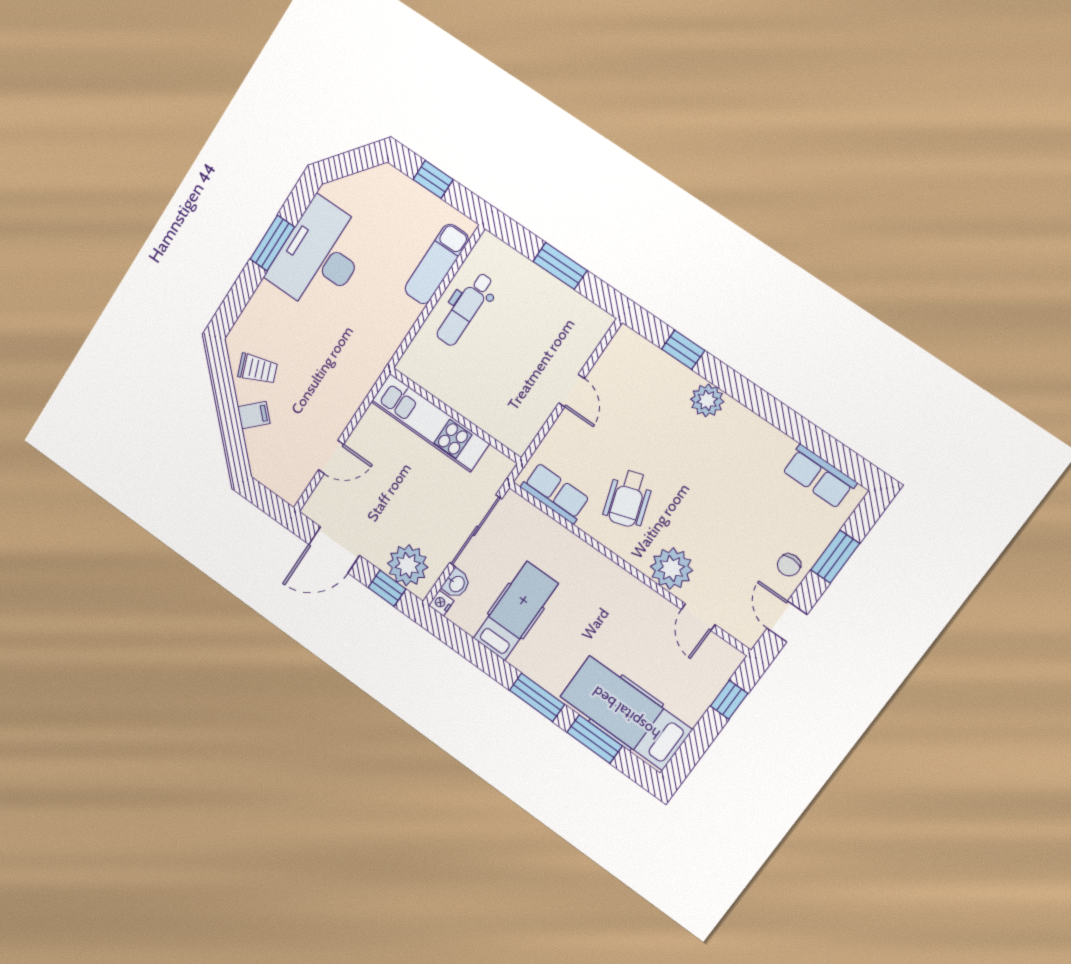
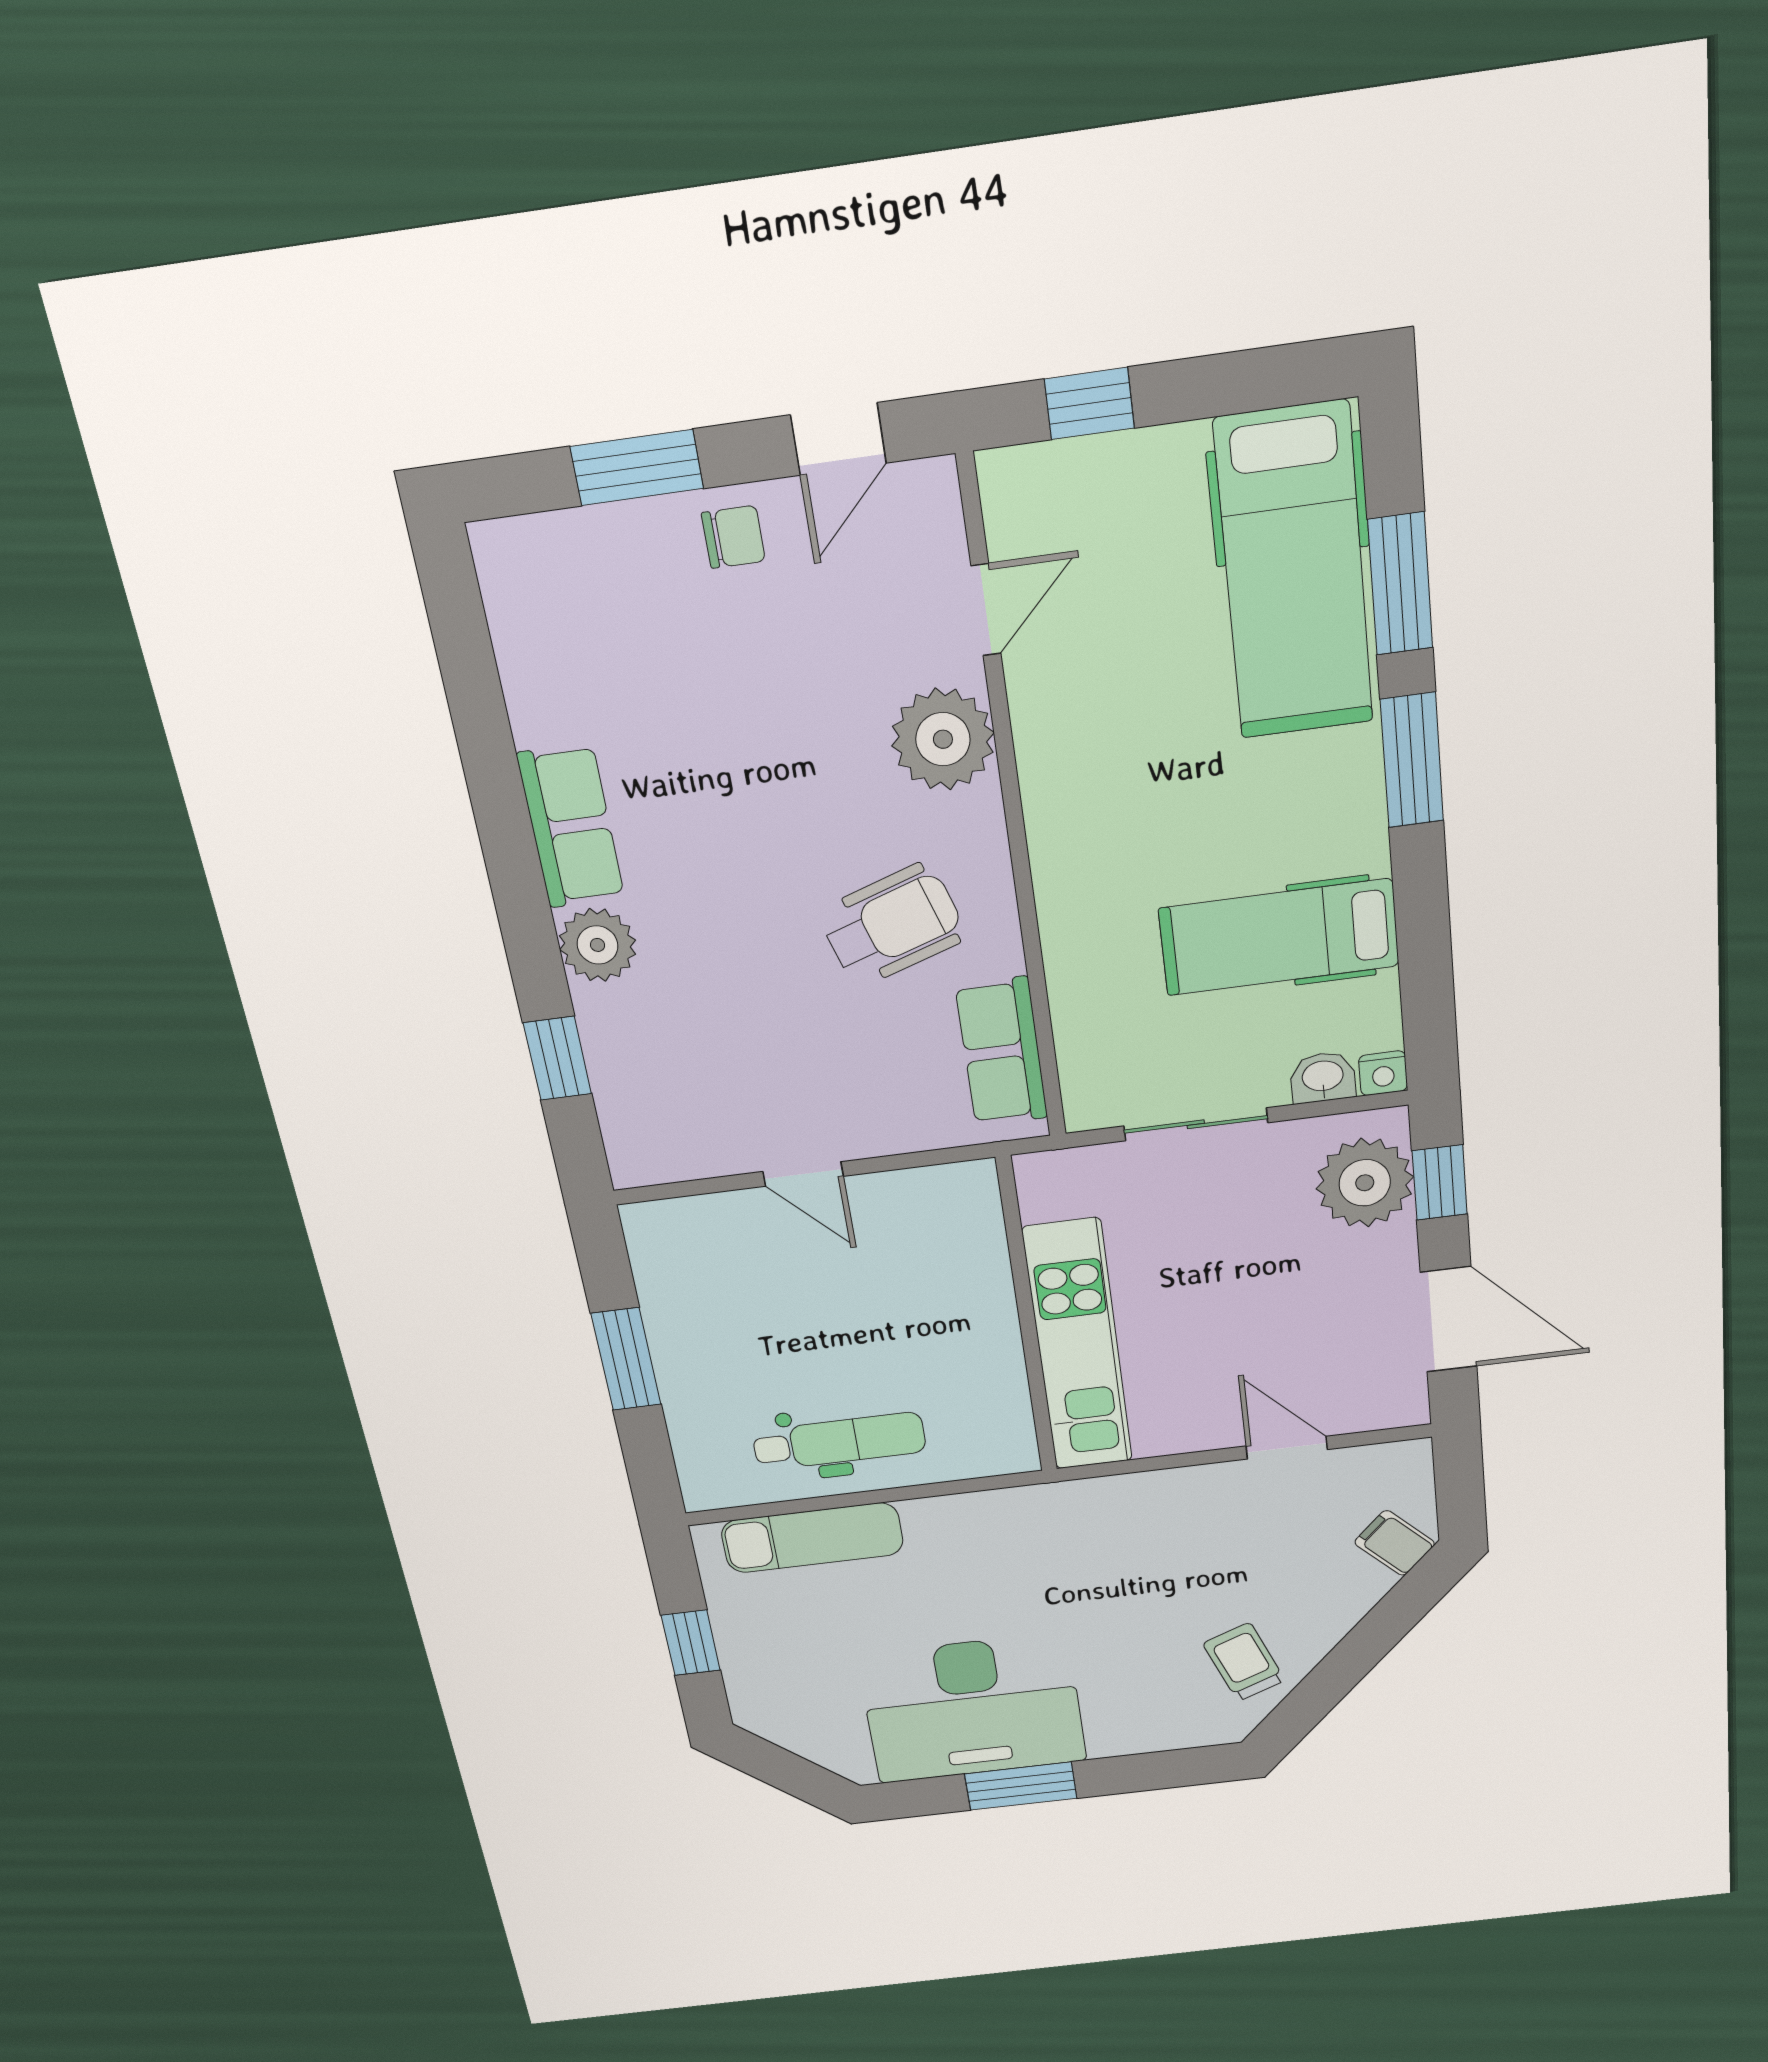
door: (572, 391) -> (803, 1174), swing flipped
filing cabinet: (254, 415) -> (1395, 1543), moved
row of seats: (819, 477) -> (571, 826), moved
sliding door: (476, 531) -> (1196, 1124), width x0.73

